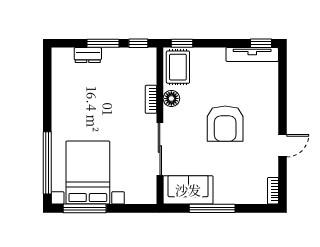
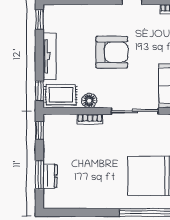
window: (103, 43) -> (39, 175), moved
tv unit: (252, 55) -> (50, 56), moved

